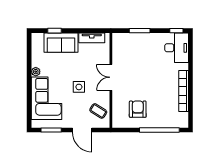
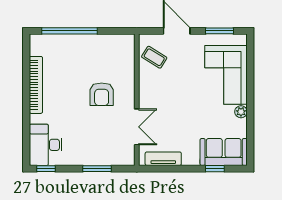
sofa: (61, 43) -> (224, 152), moved
double door: (111, 77) -> (137, 127), moved
side table: (79, 87) -> (181, 91), removed
armchair: (138, 109) -> (102, 94), moved

